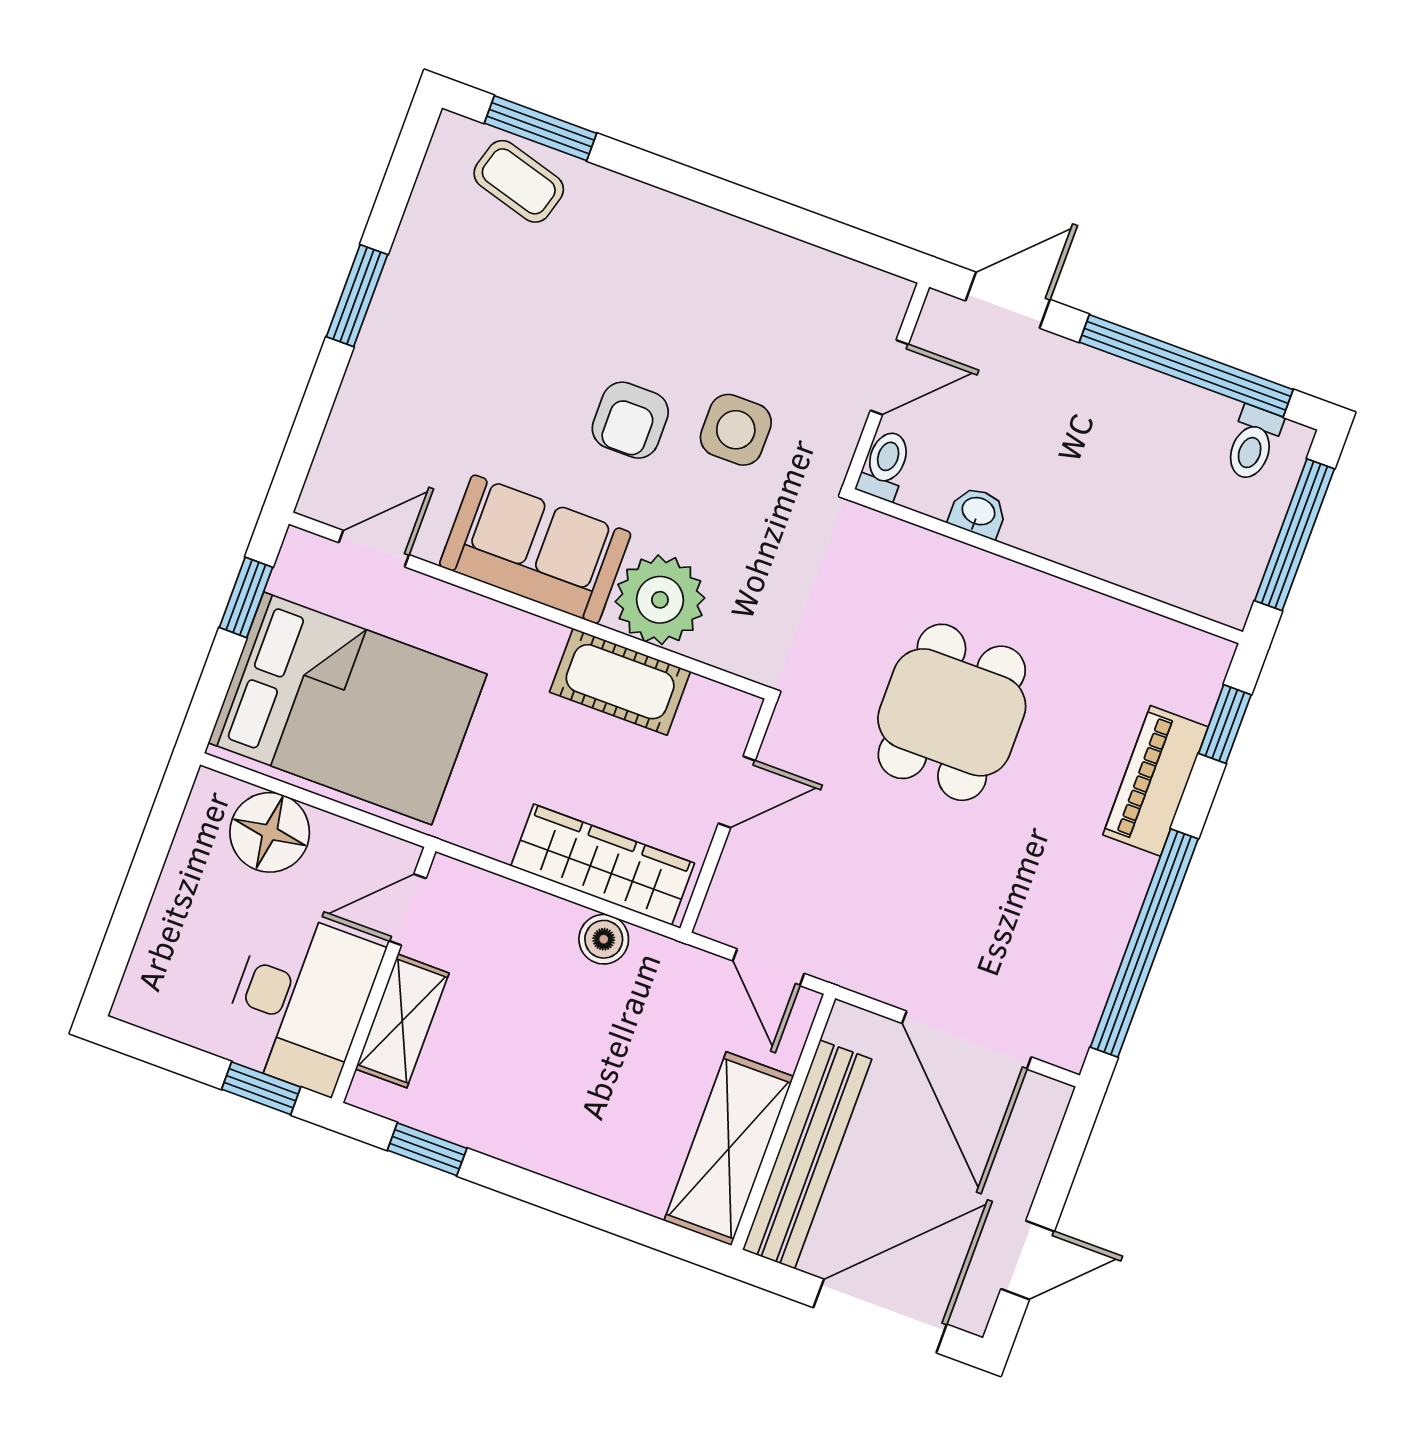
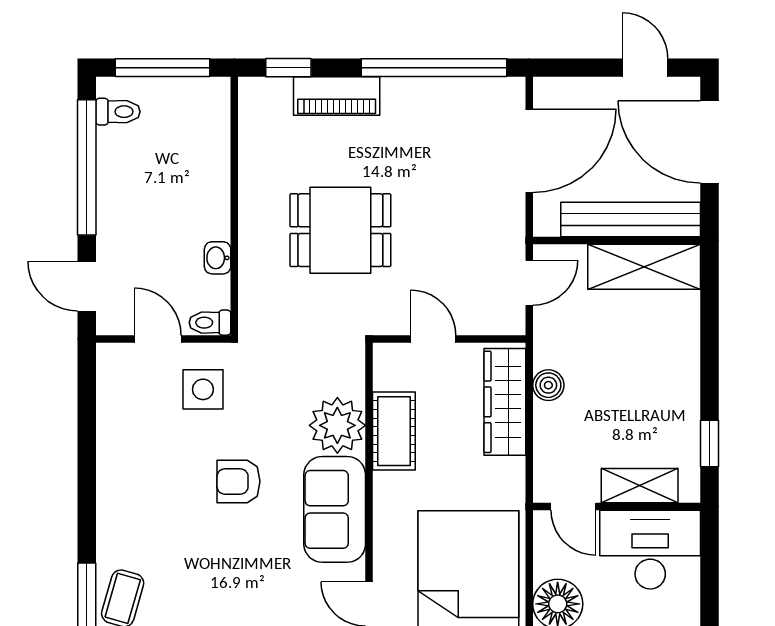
armchair: (630, 420) -> (239, 481), turned 180
side table: (736, 430) -> (203, 389), moved
window: (261, 1088) -> (709, 554), removed

